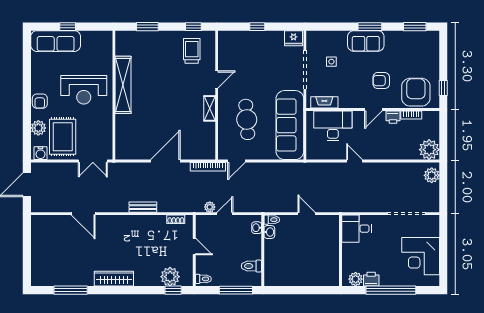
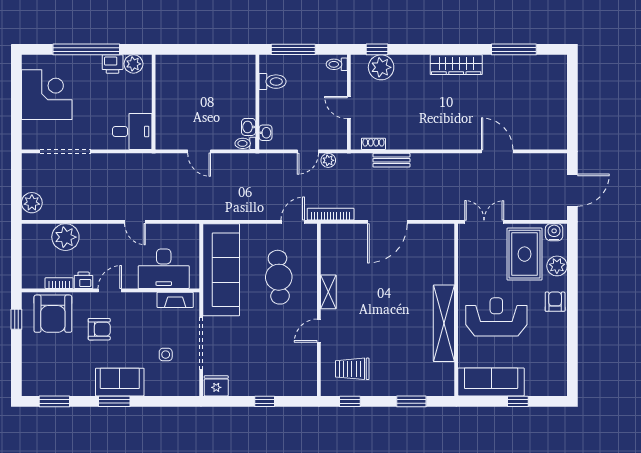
sofa: (56, 41) -> (491, 382), moved
trolley: (192, 51) -> (352, 369), turned 90
plant: (429, 150) -> (65, 237), moved
bench: (143, 207) -> (391, 160), moved

